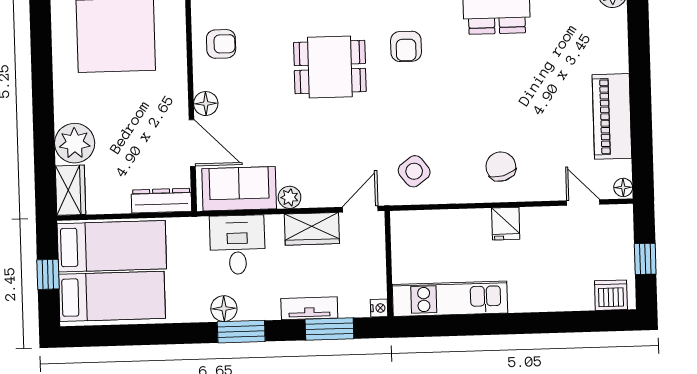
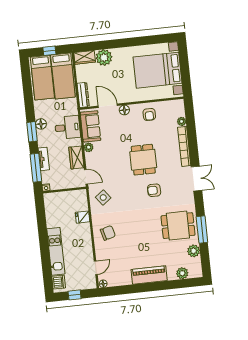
piano: (612, 116) -> (149, 275), moved
door: (192, 143) -> (108, 106), swing flipped
fridge: (506, 224) -> (83, 217), moved
kitchen unit: (450, 299) -> (56, 251), moved
window: (329, 329) -> (36, 168), width x1.44

